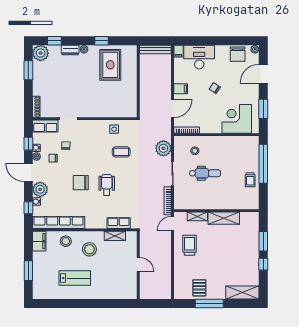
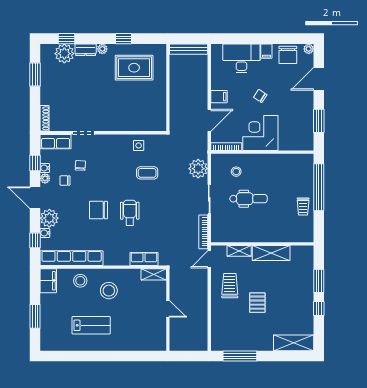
filing cabinet: (179, 51) -> (266, 51), moved
plant: (41, 53) -> (64, 54), moved
rug: (110, 65) -> (134, 68), turned 90
corner desk: (237, 119) -> (260, 133), moved
shelving: (115, 236) -> (154, 274), moved
pallet: (199, 288) -> (257, 303), moved
window: (209, 304) -> (240, 356), moved

